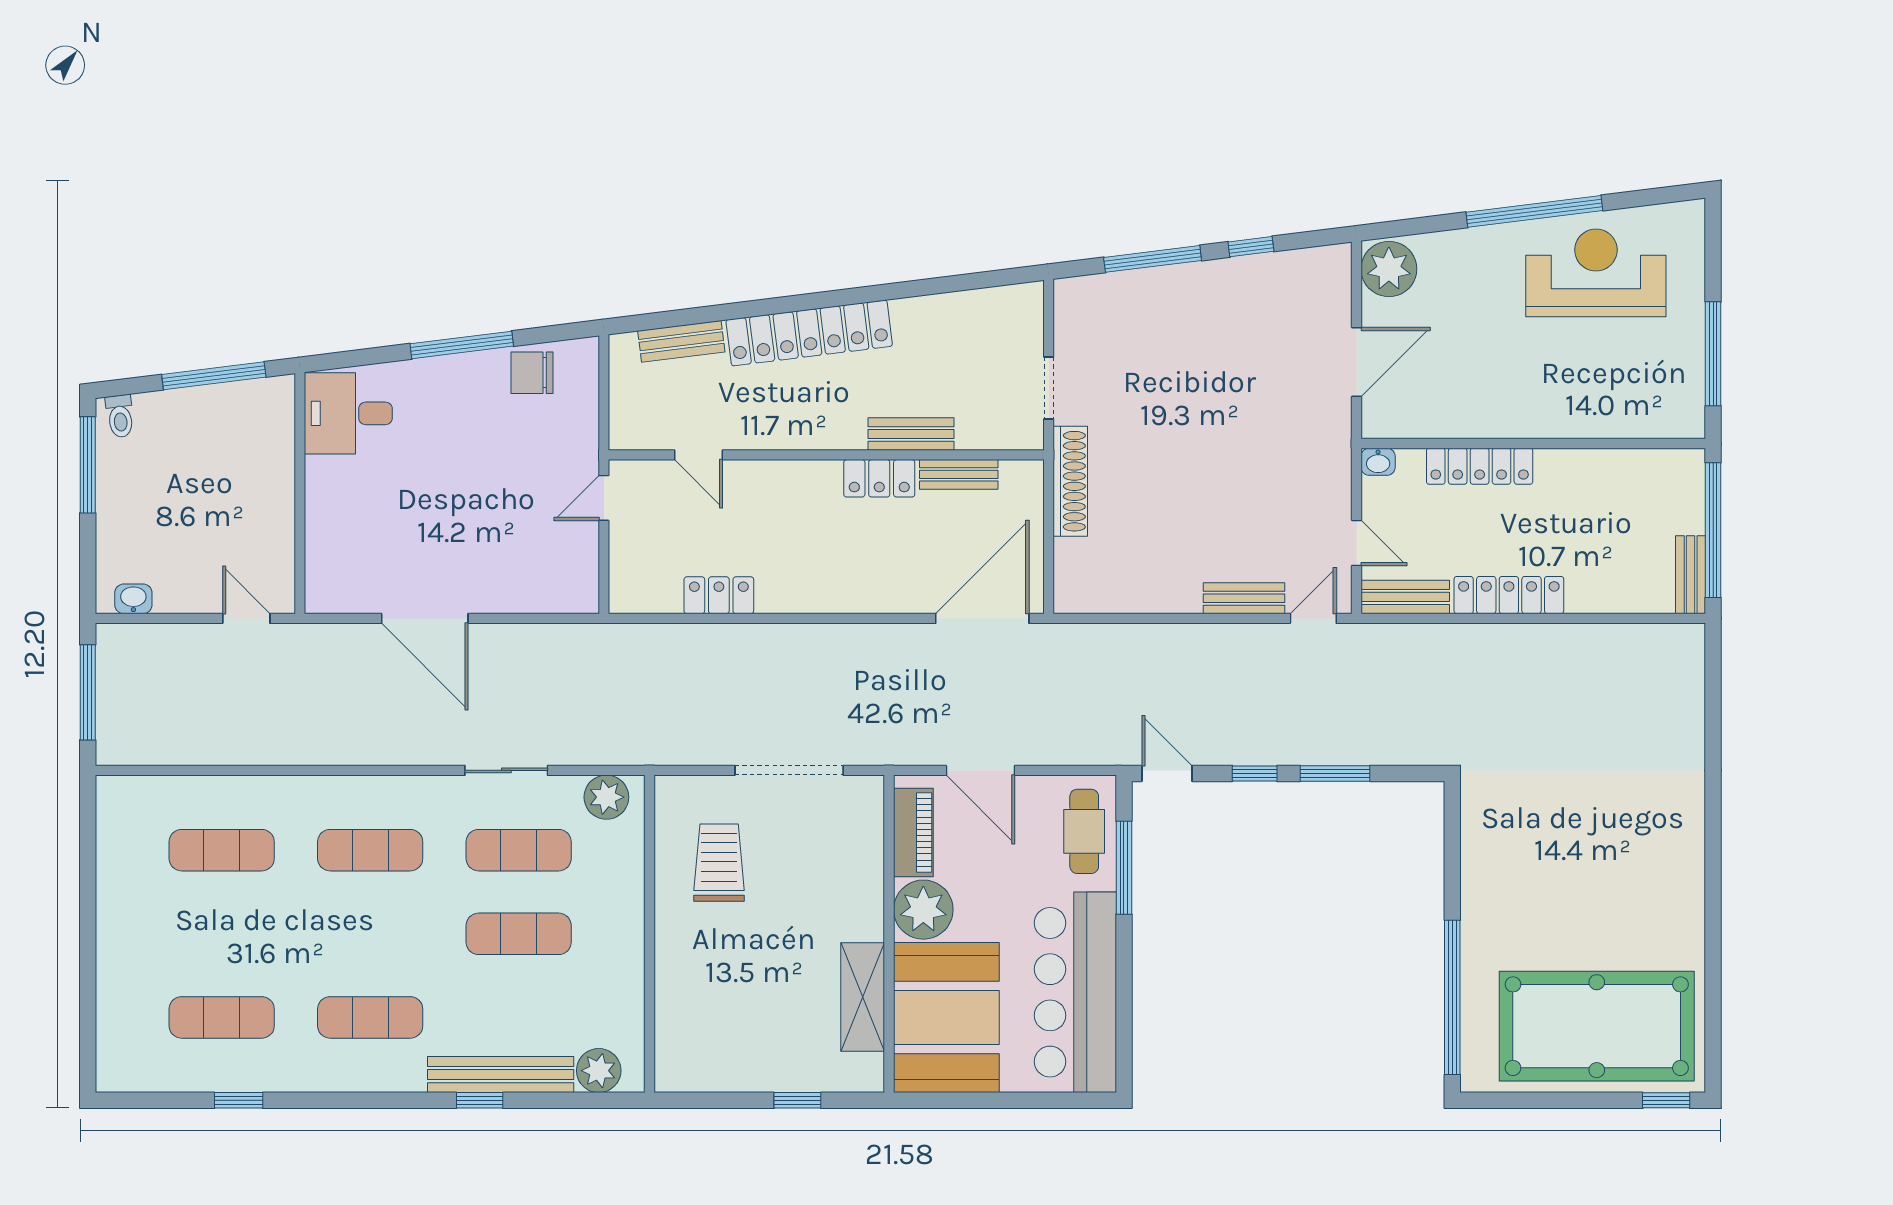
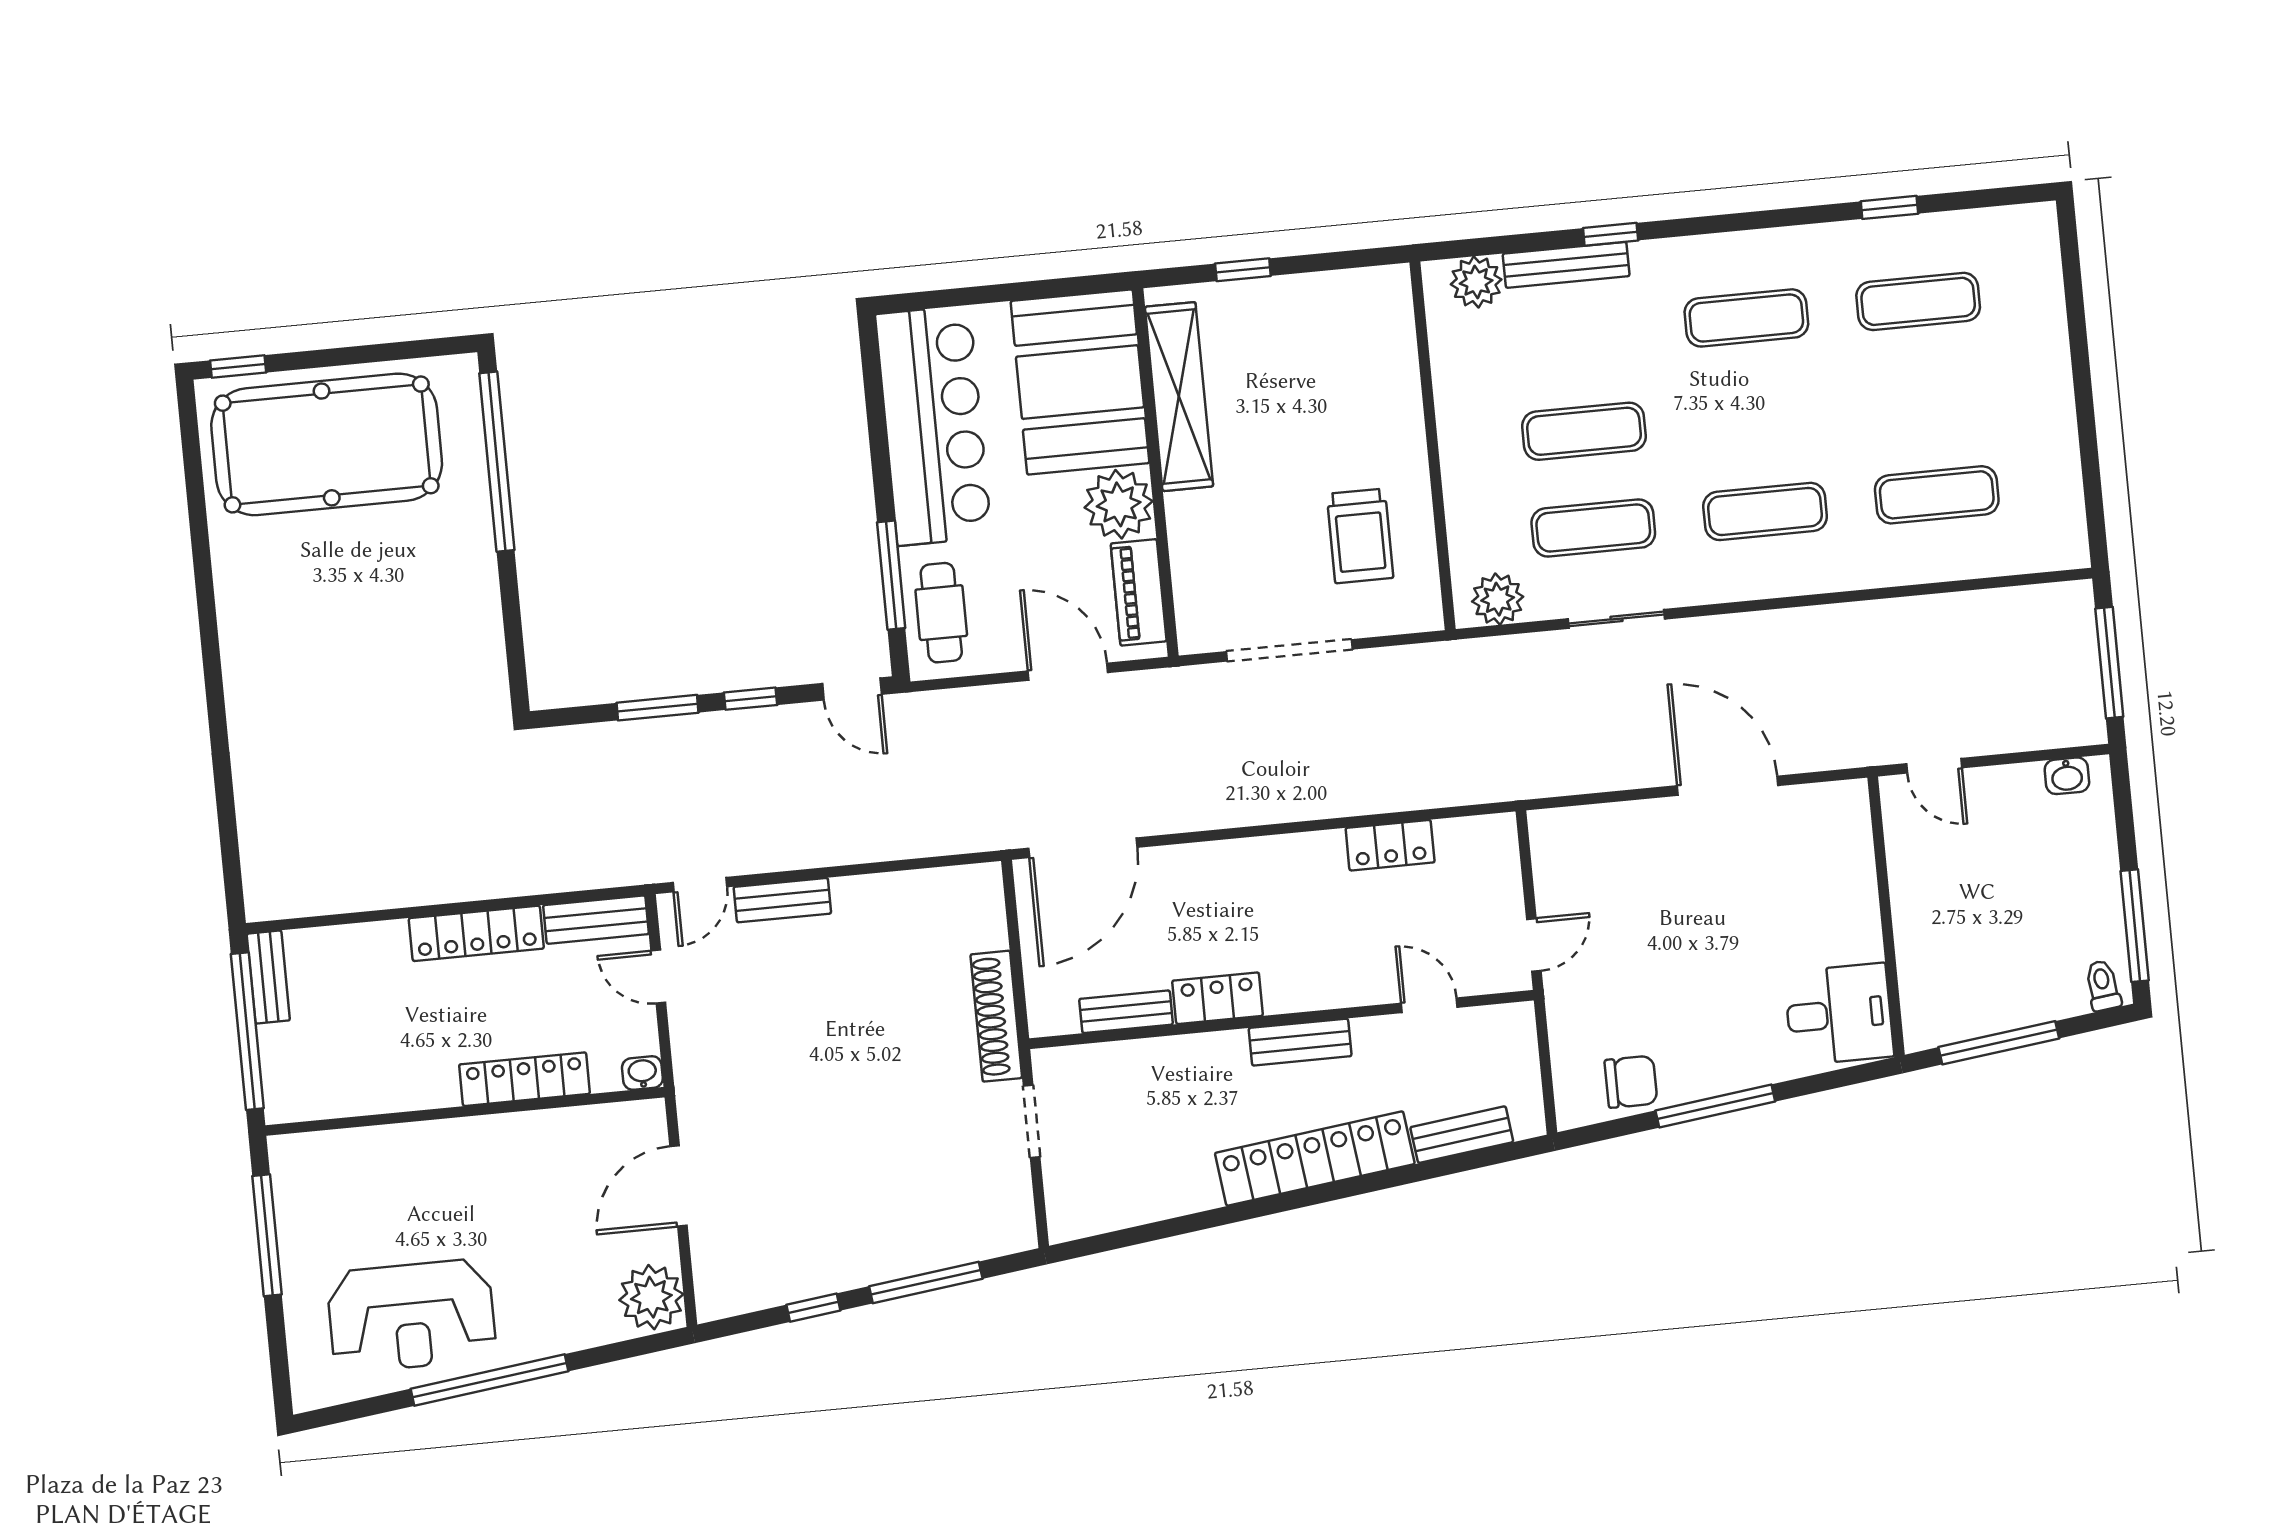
bench: (911, 434) -> (1300, 1042), moved
shelving: (863, 997) -> (1179, 397), width x1.47
bench: (501, 1075) -> (1566, 265), width x0.73, depth x0.82

